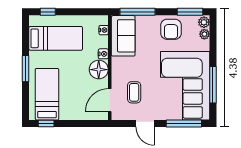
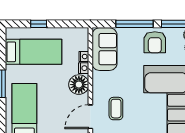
window: (48, 12) -> (39, 24), moved
window: (137, 12) -> (134, 24), moved
nightstand: (104, 30) -> (84, 57), moved

